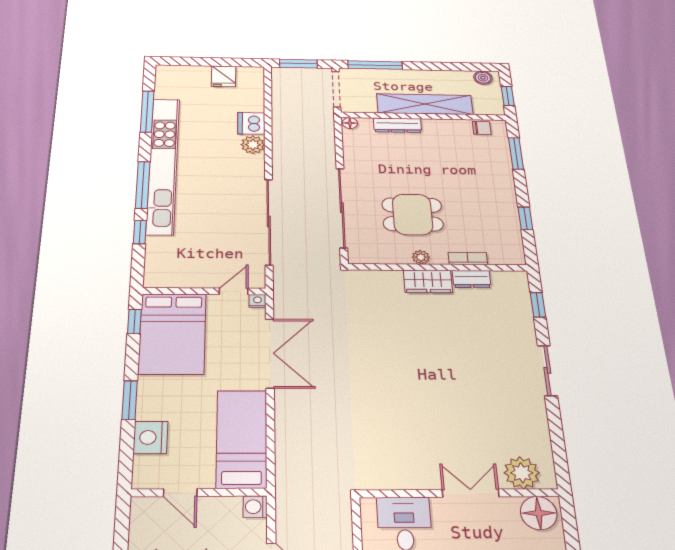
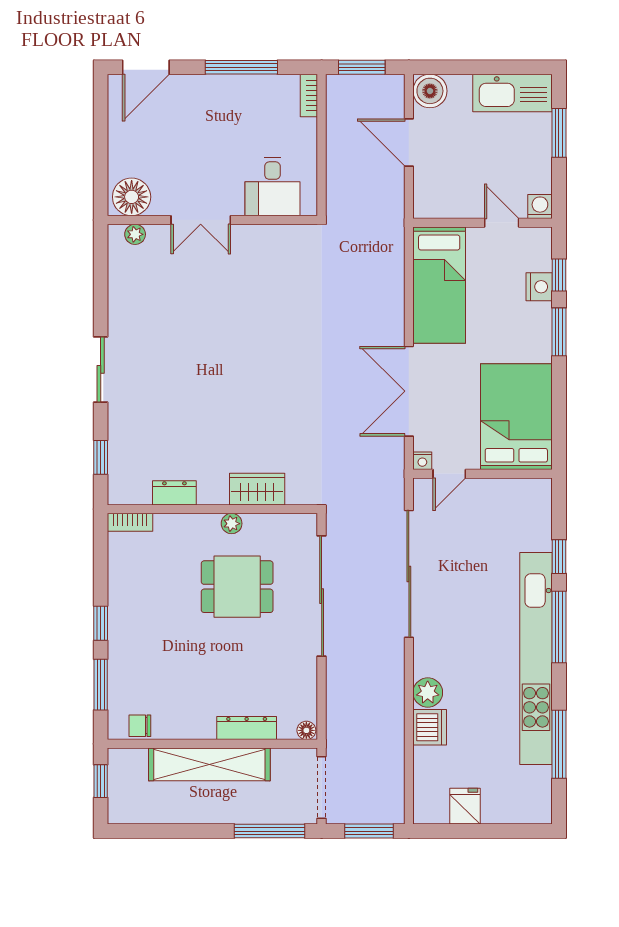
boiler: (483, 78) -> (130, 812), removed
window: (525, 218) -> (101, 623), moved
bookcase: (468, 258) -> (130, 522), moved
wardrobe: (428, 281) -> (257, 489), moved
window: (134, 321) -> (559, 275), moved
nightstand: (150, 437) -> (539, 287), width x0.74, depth x0.75
plant: (522, 473) -> (135, 234), width x0.53, depth x0.53
washing machine: (255, 507) -> (540, 206), moved, turned -90

